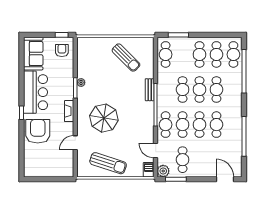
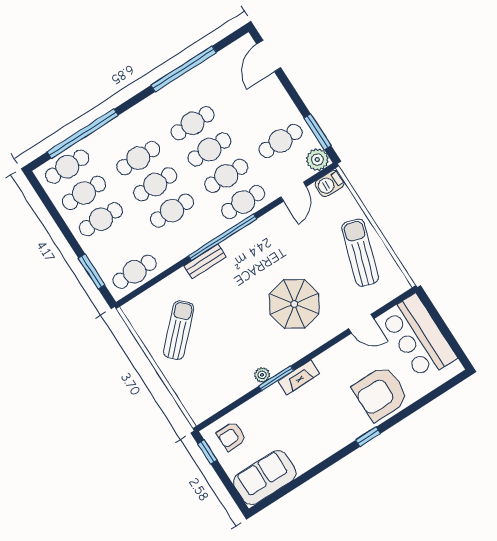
bar counter: (36, 92) -> (419, 337), moved, turned -90
fireplace: (69, 111) -> (299, 377), moved

